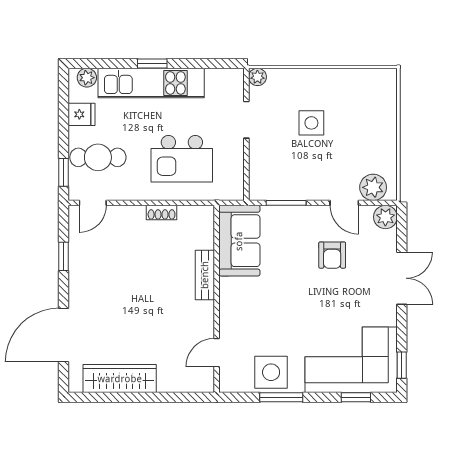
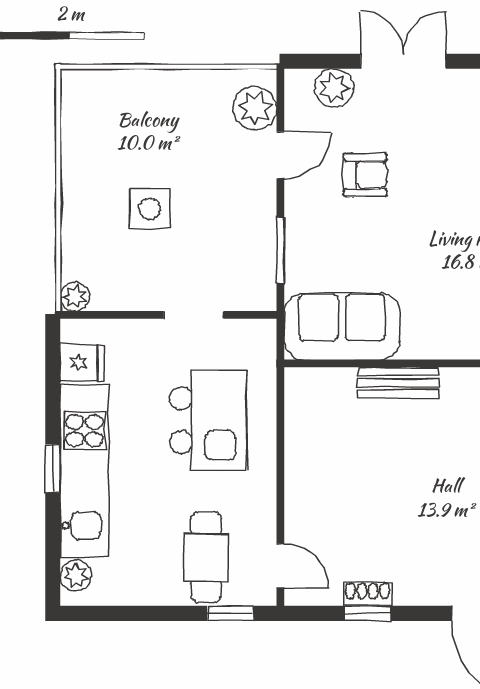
fridge: (81, 114) -> (82, 363), moved, turned 90
doorway: (246, 120) -> (194, 315), moved
shoe rack: (162, 213) -> (368, 594), moved, turned -90
plant: (385, 217) -> (334, 88), moved

